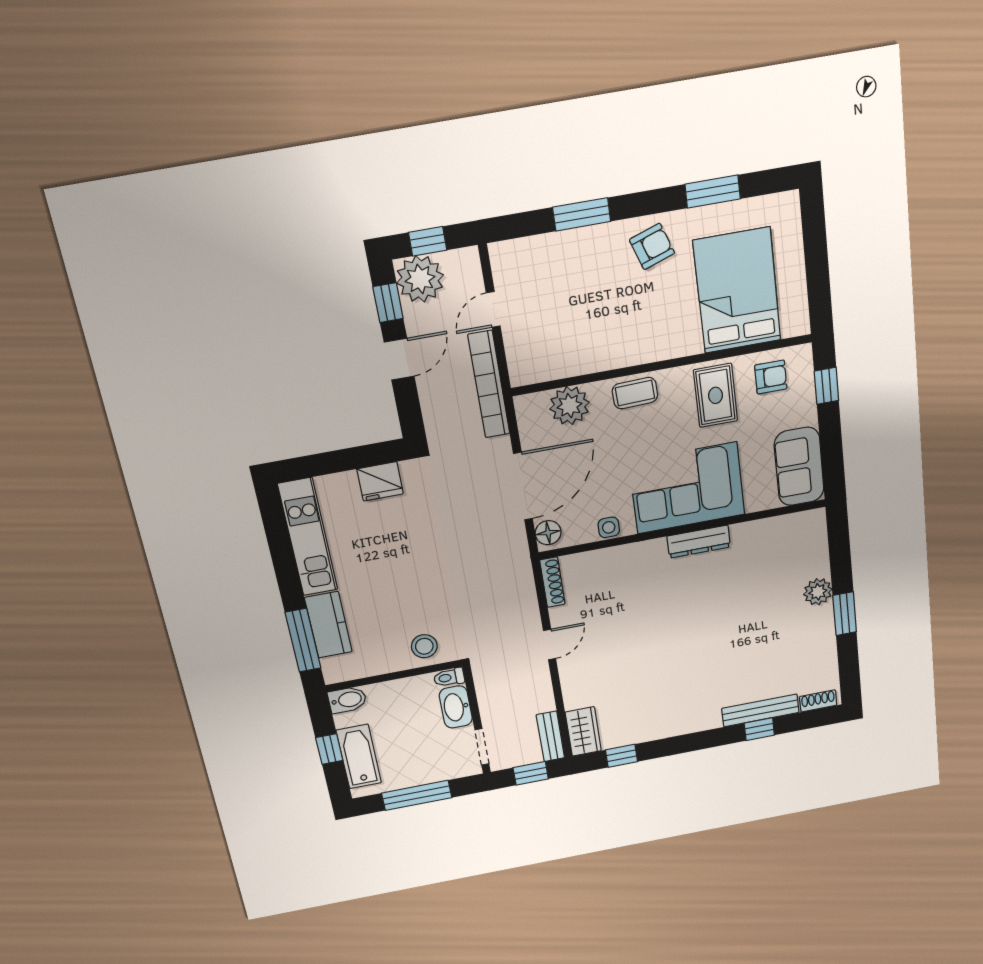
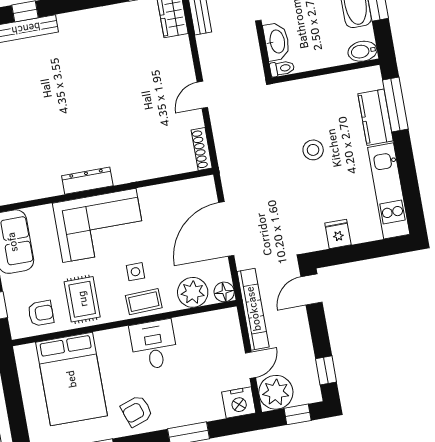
nightstand: (510, 258) -> (239, 403), added
plant: (420, 279) -> (276, 392), moved
desk: (624, 337) -> (154, 345), added
door: (399, 359) -> (312, 290), moved
armchair: (771, 377) -> (41, 313), turned 180
fridge: (380, 481) -> (338, 234), width x0.72
side table: (609, 527) -> (135, 272), moved
floor lamp: (548, 533) -> (224, 292), moved
stool: (424, 646) -> (313, 150), moved

